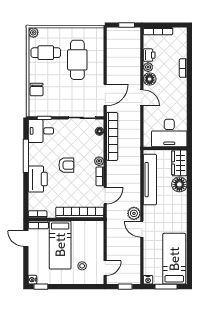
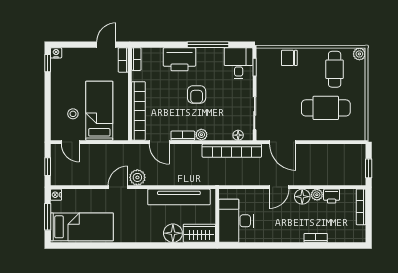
bed: (60, 245) -> (99, 111), moved, turned 90

